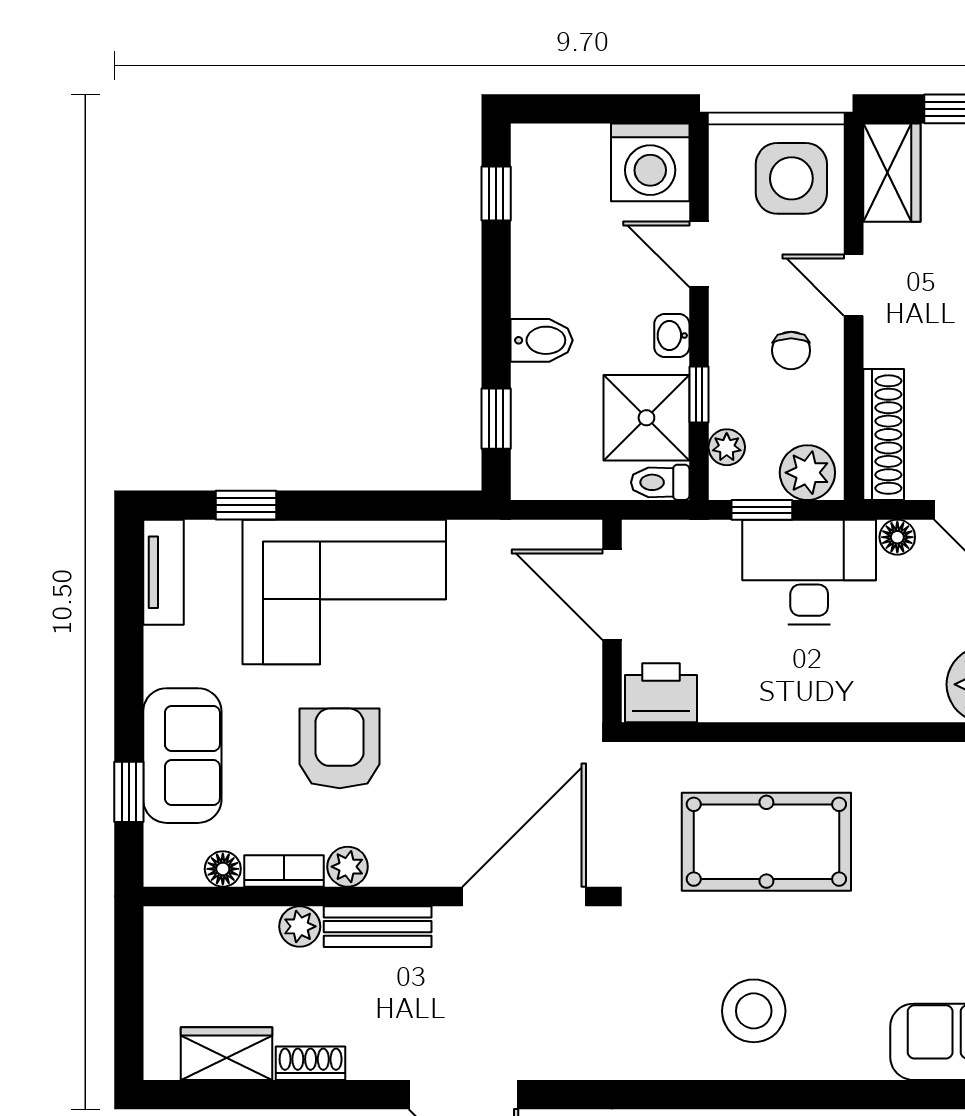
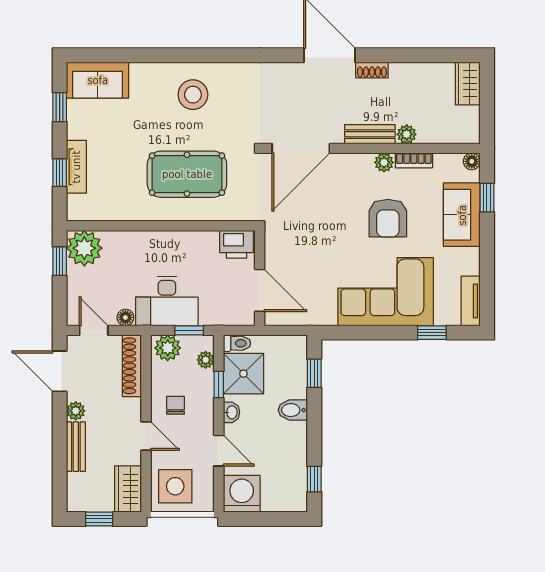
floor lamp: (223, 869) -> (472, 161), moved
wardrobe: (226, 1054) -> (468, 84), moved, turned 90
shoe rack: (311, 1063) -> (372, 70), moved

